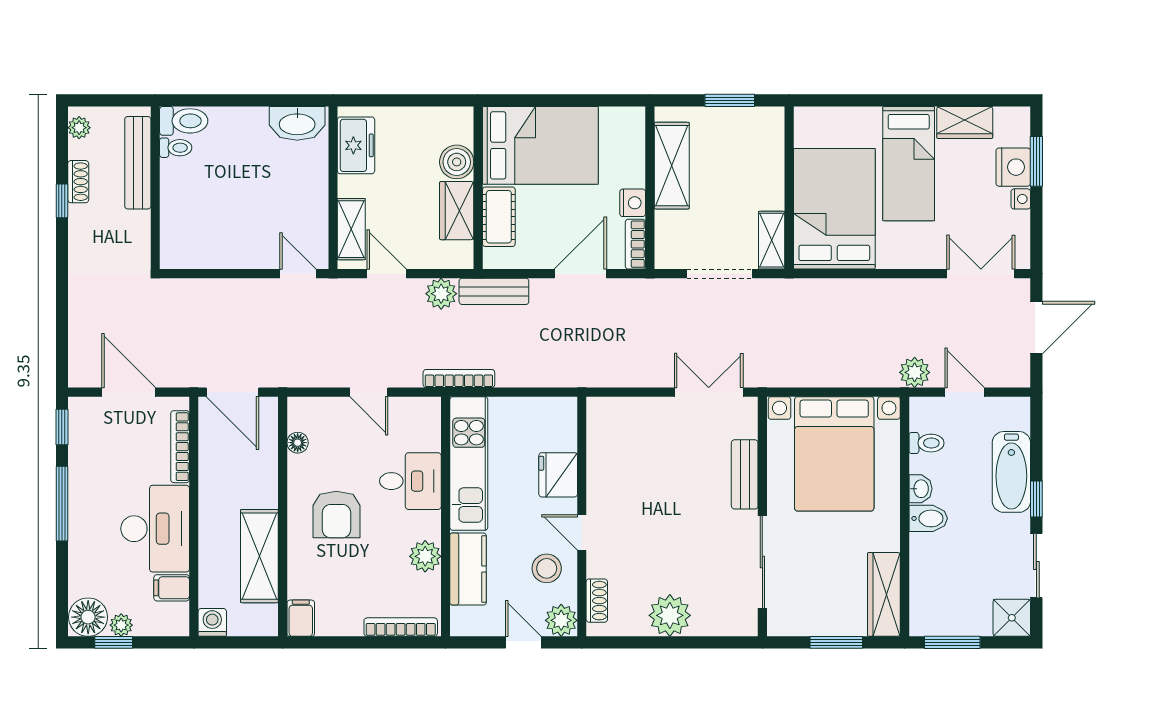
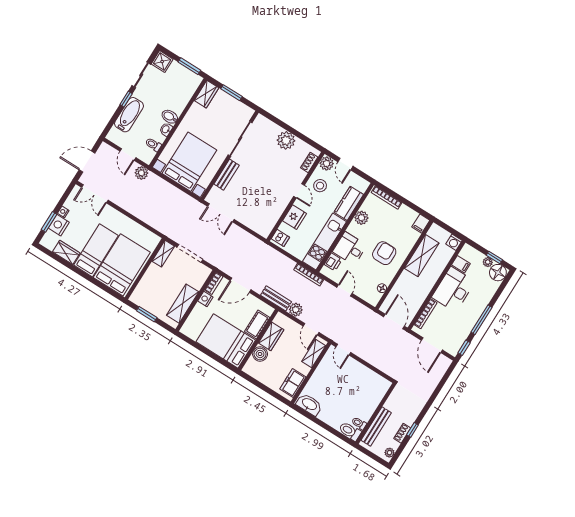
bed: (834, 209) -> (122, 265), moved, turned 180
dishwasher: (560, 416) -> (280, 238), added
printer: (426, 434) -> (333, 262), added
wardrobe: (884, 594) -> (207, 94), width x0.67

